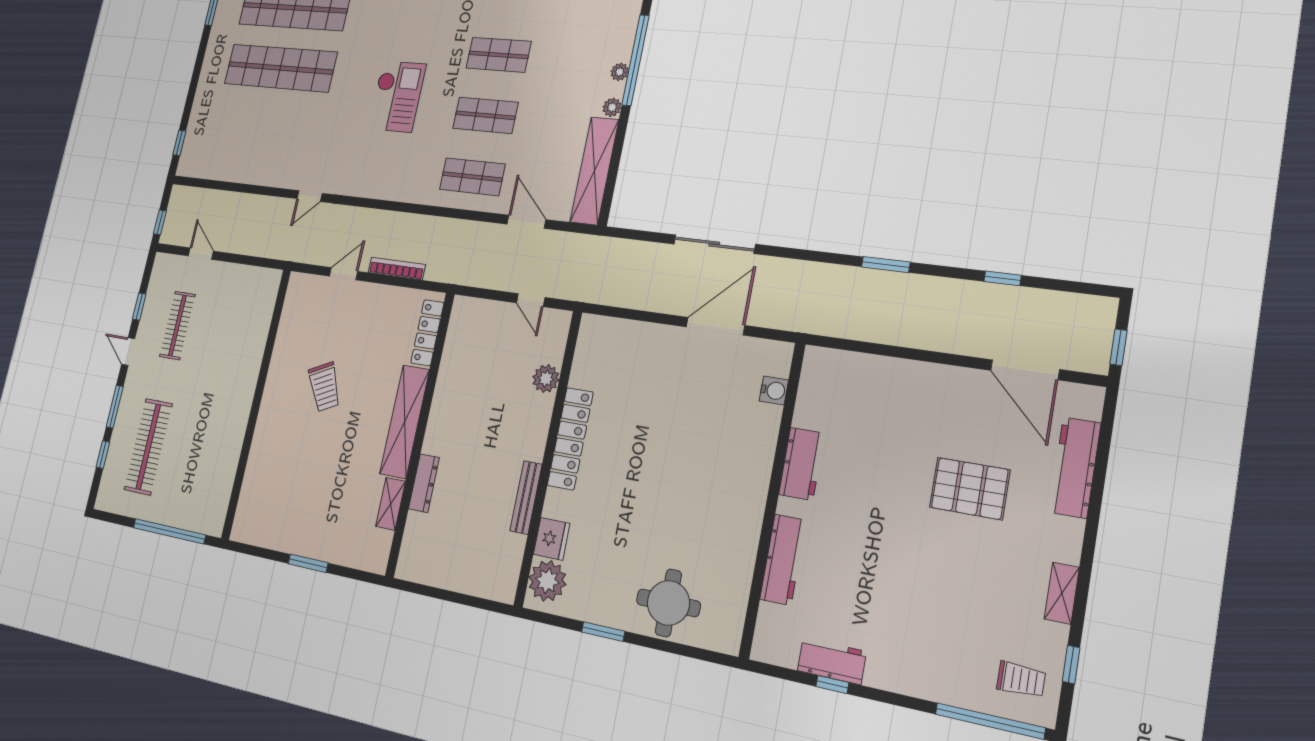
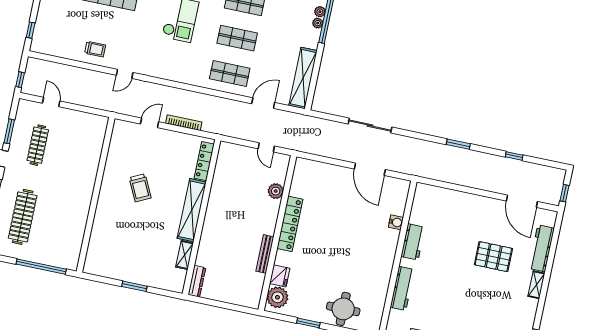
plant: (612, 107) -> (320, 12), moved
trolley: (268, 161) -> (95, 49), added
door: (526, 222) -> (263, 103), hinge flipped
window: (139, 307) -> (9, 131), width x1.50
door: (715, 326) -> (370, 169), swing flipped
water cooler: (774, 390) -> (396, 222), moved
dresser: (424, 483) -> (197, 281), moved
shelving: (1062, 593) -> (536, 285), moved

